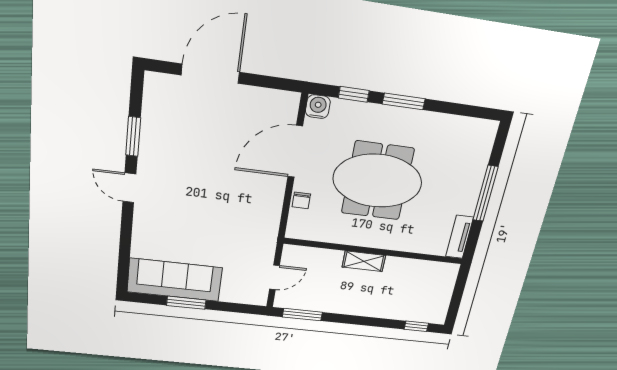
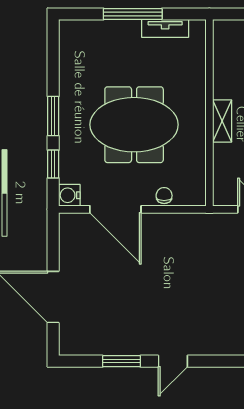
meeting table: (377, 181) -> (134, 125), turned 90
chair: (301, 200) -> (164, 196), turned -90
tv unit: (460, 237) -> (165, 28), moved

